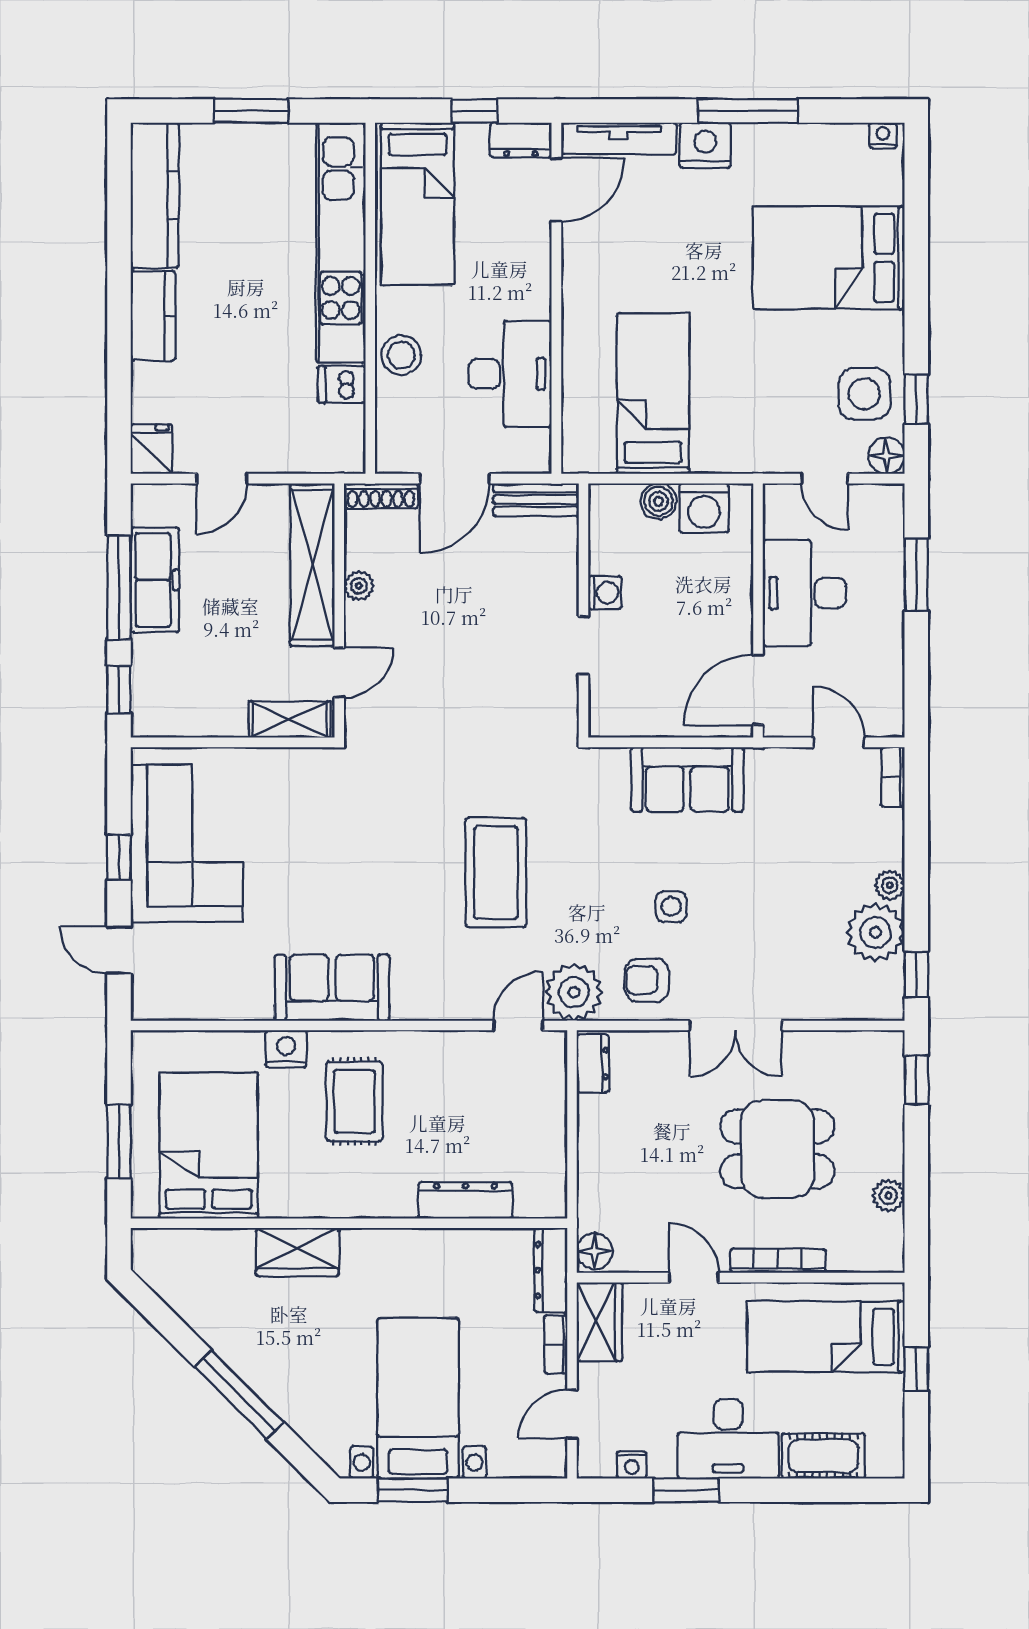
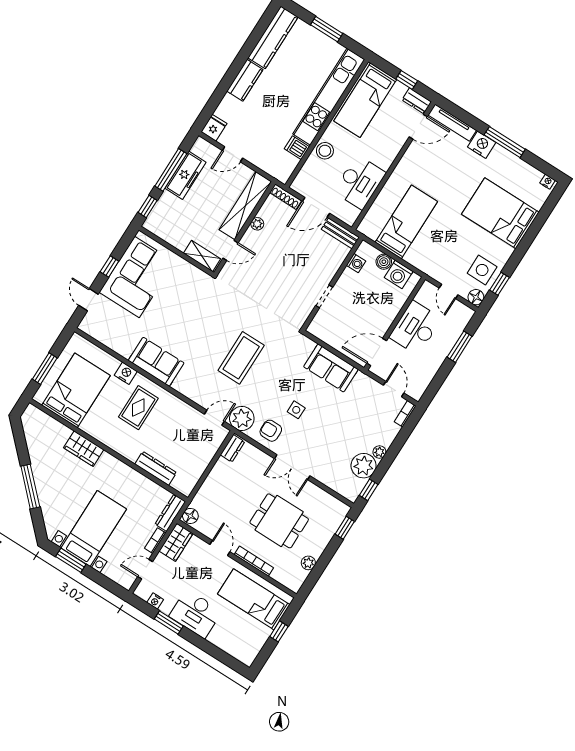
washing machine: (605, 593) -> (356, 263), moved
cot: (823, 1456) -> (226, 641), removed

